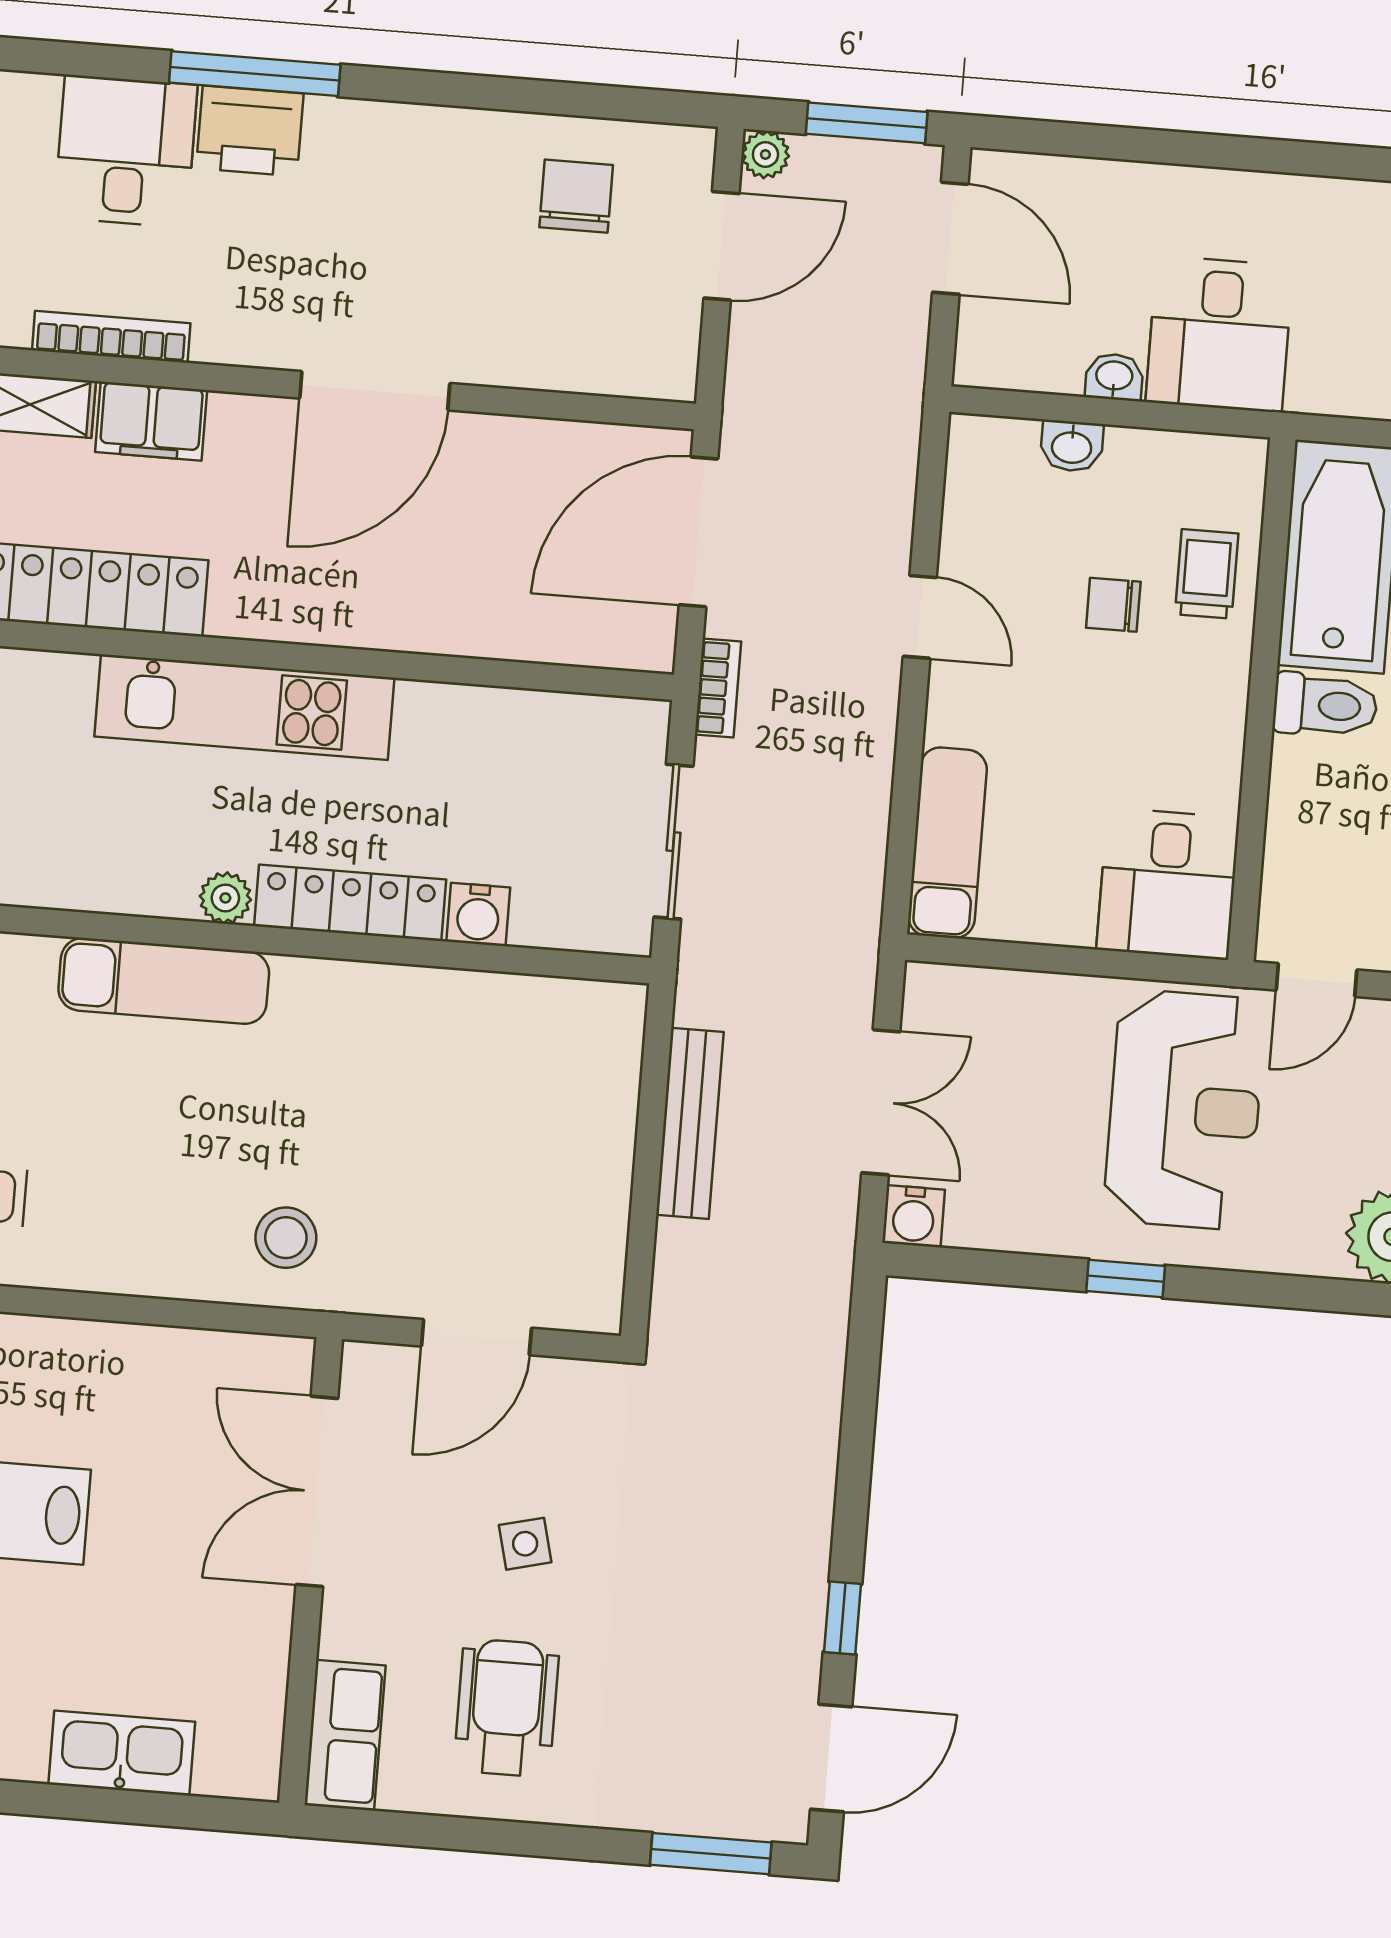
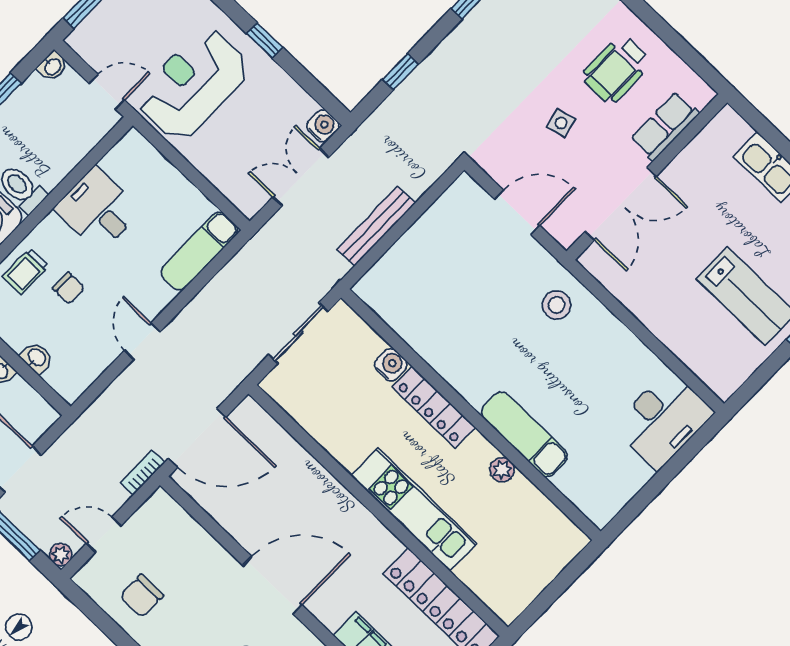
door: (721, 246) -> (104, 535), width x0.73
bookcase: (718, 688) -> (143, 473), moved
desk: (1168, 884) -> (98, 210), moved, turned -90
plant: (225, 898) -> (502, 470), moved
window: (859, 1410) -> (400, 72), added
row of seats: (345, 1735) -> (665, 126), moved

